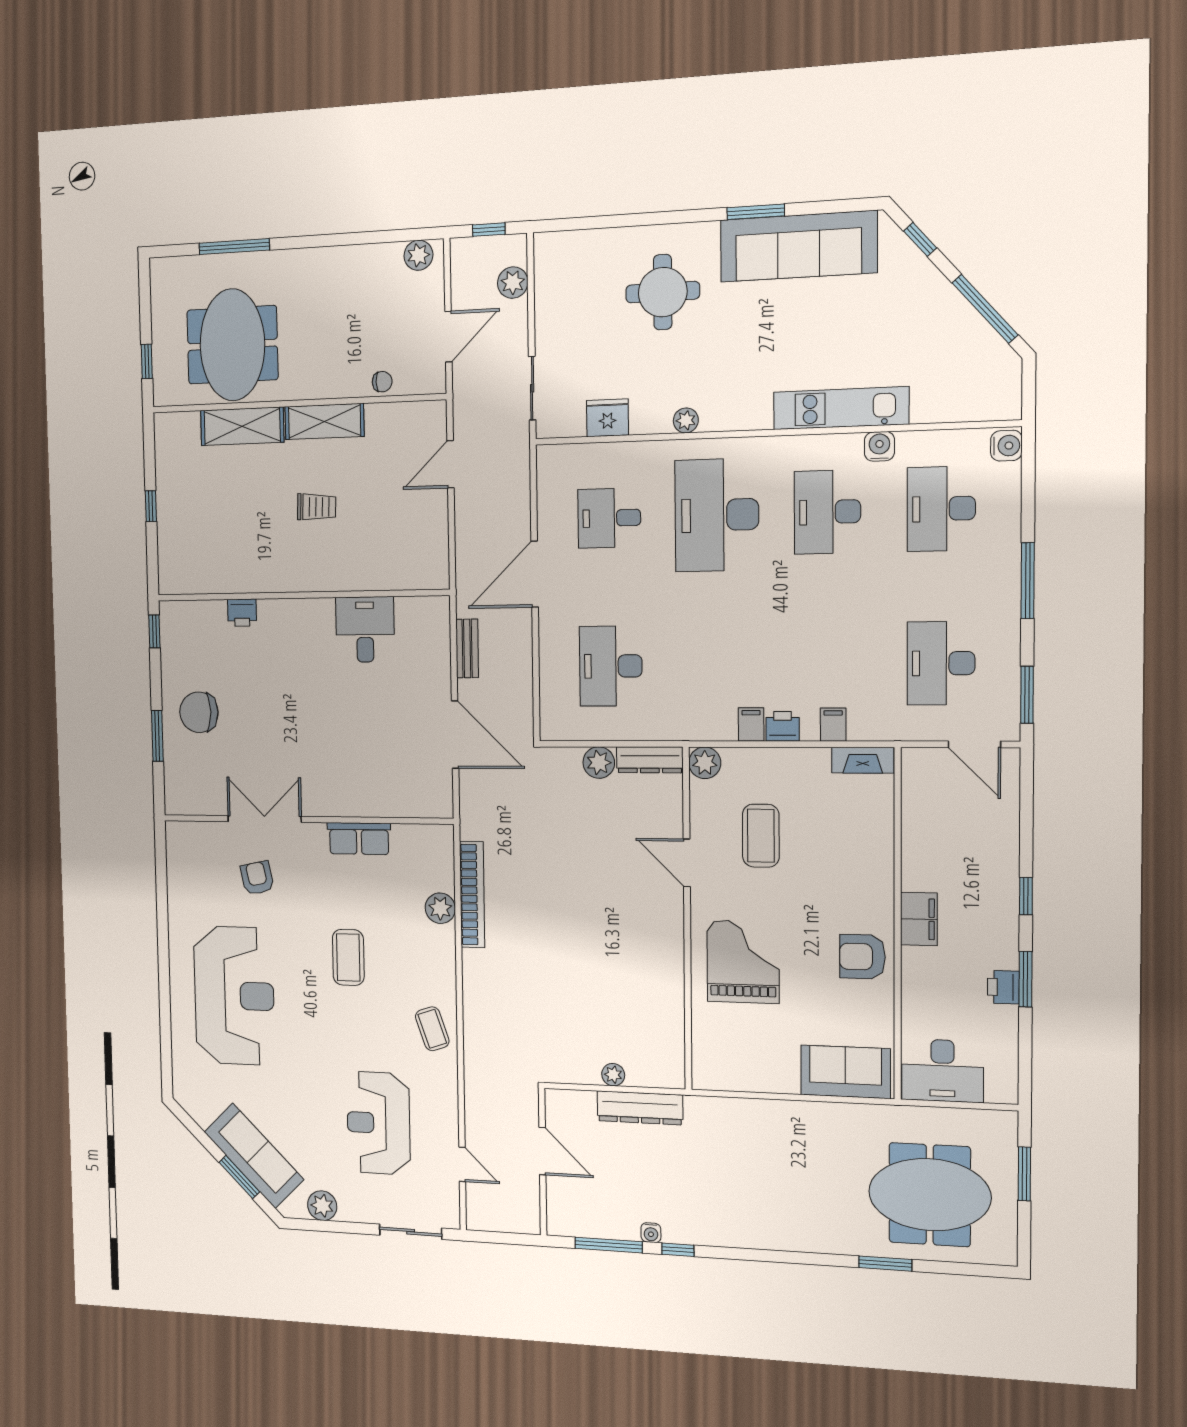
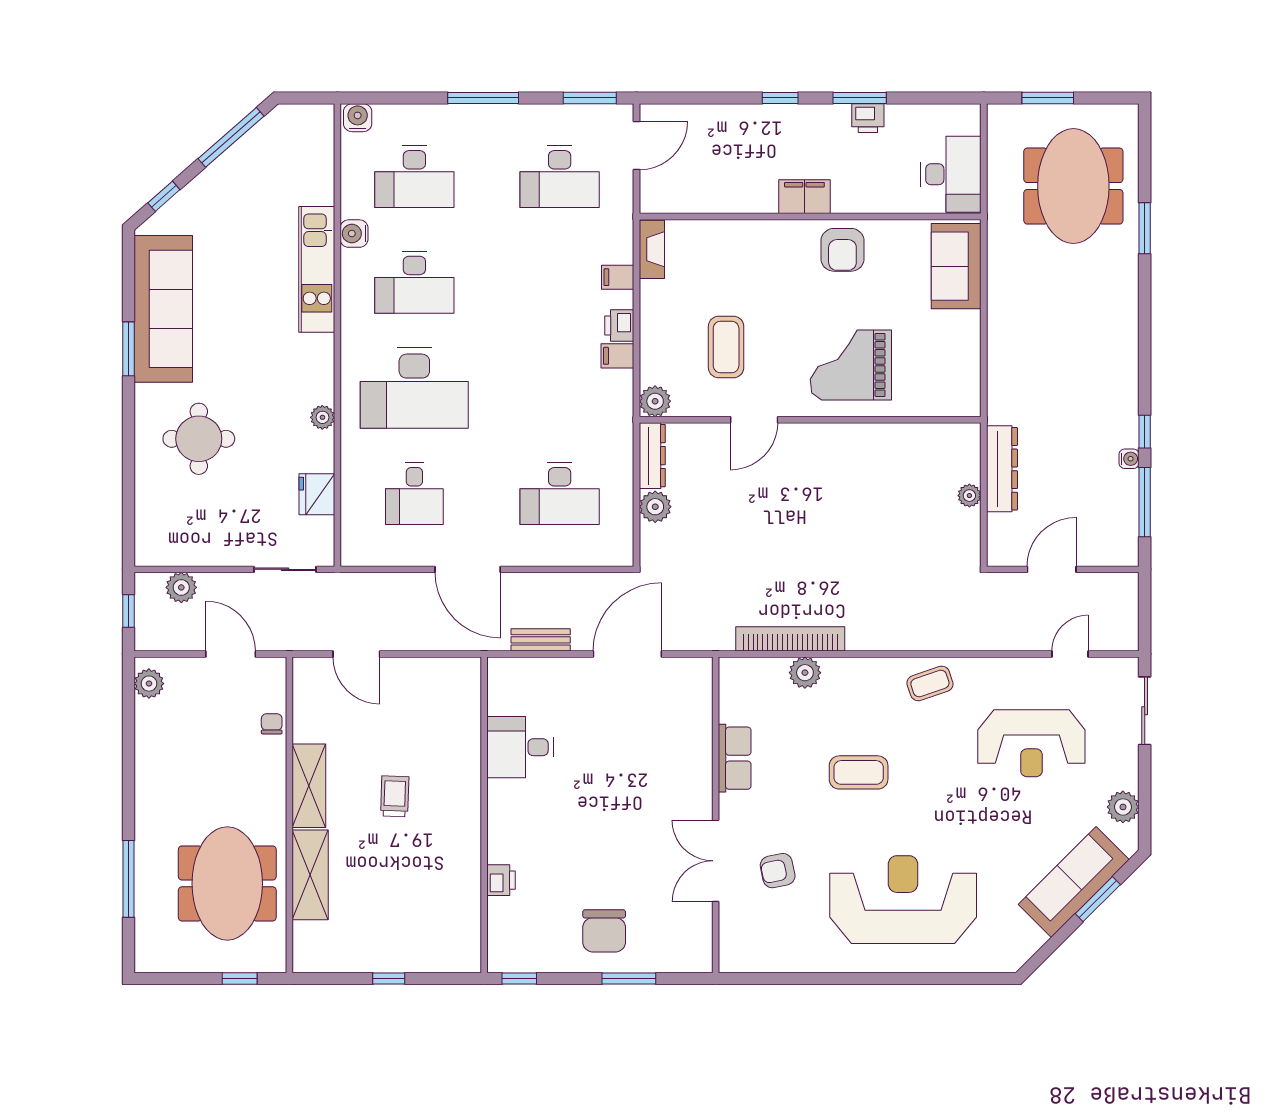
meeting table: (232, 345) -> (227, 883), turned 90
coffee table: (761, 836) -> (726, 347), turned 90

